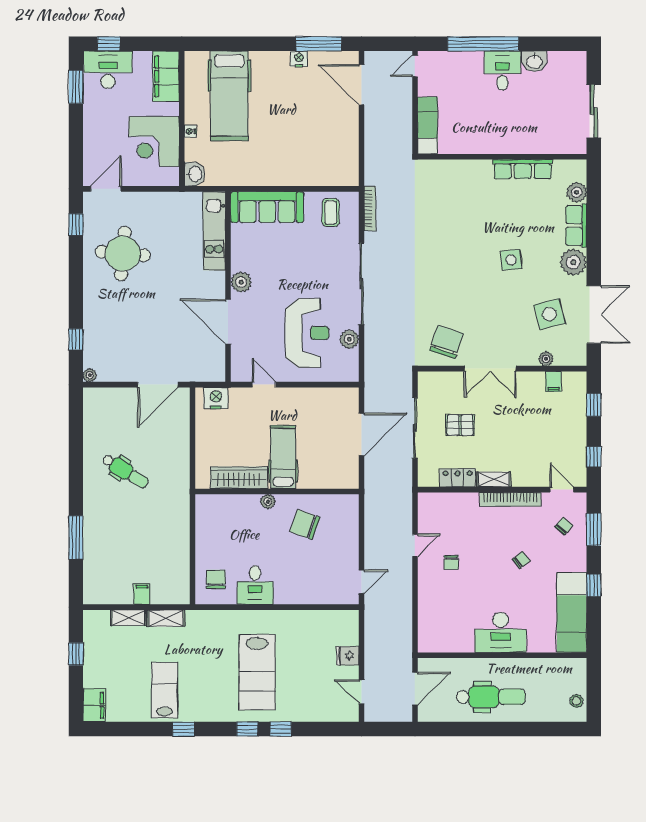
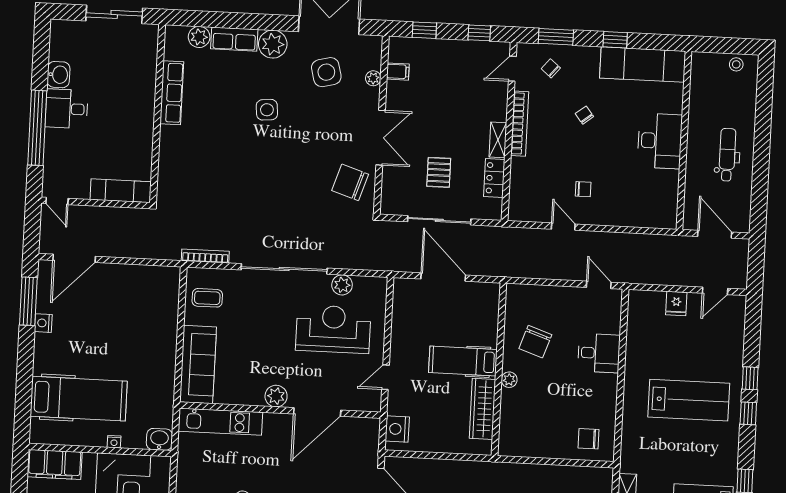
desk: (255, 585) -> (599, 353), moved
dental chair: (491, 697) -> (727, 155), width x0.73, depth x0.72

